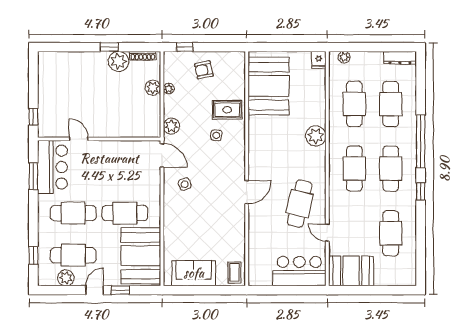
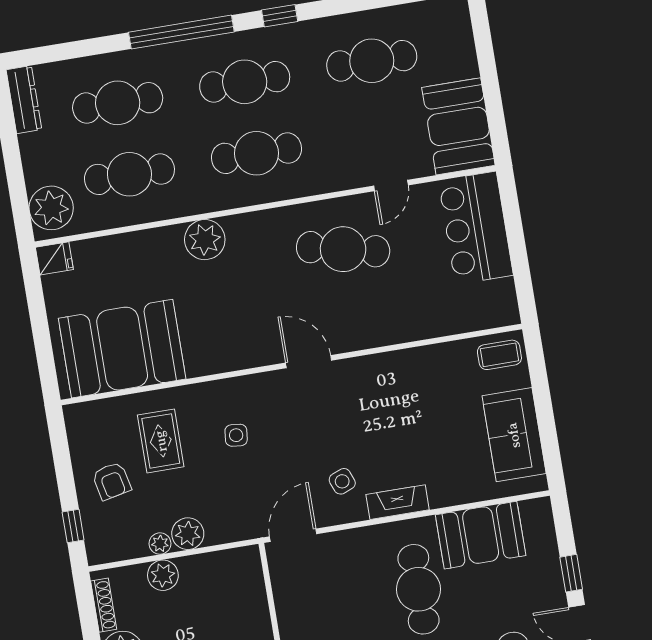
plant: (344, 57) -> (51, 208), width x1.87, depth x1.87
rug: (227, 110) -> (161, 441), moved
plant: (171, 126) -> (188, 534), moved
door: (247, 192) -> (309, 362), moved
fireplace: (170, 210) -> (398, 502), added
booth: (141, 256) -> (481, 535), width x0.73, depth x0.70

